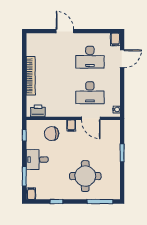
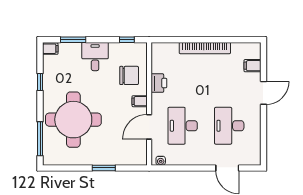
filing cabinet: (115, 39) -> (252, 66), moved
printer: (38, 111) -> (159, 83), moved
chair: (52, 134) -> (129, 75), turned 90
round table: (85, 176) -> (73, 120), width x1.36, depth x1.36

